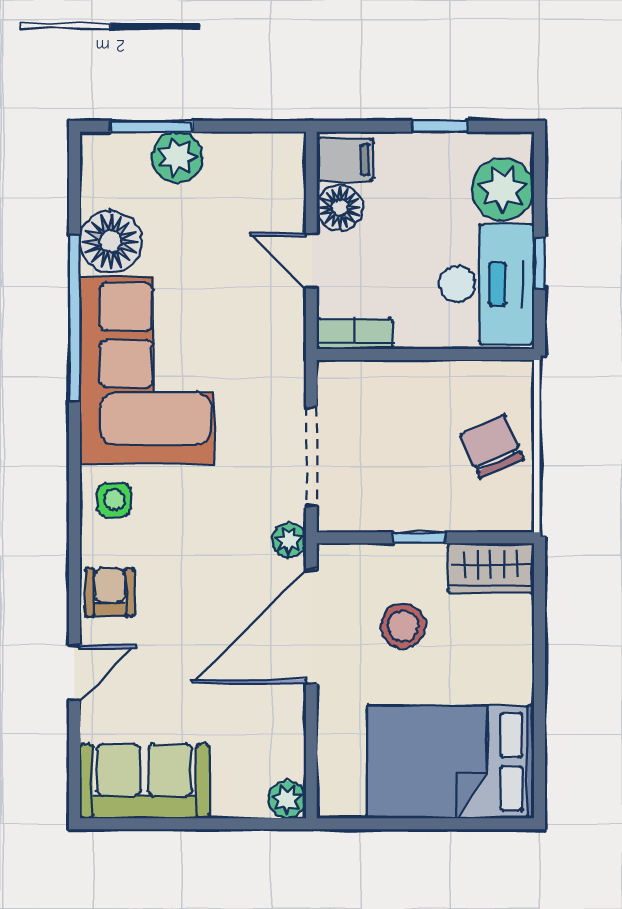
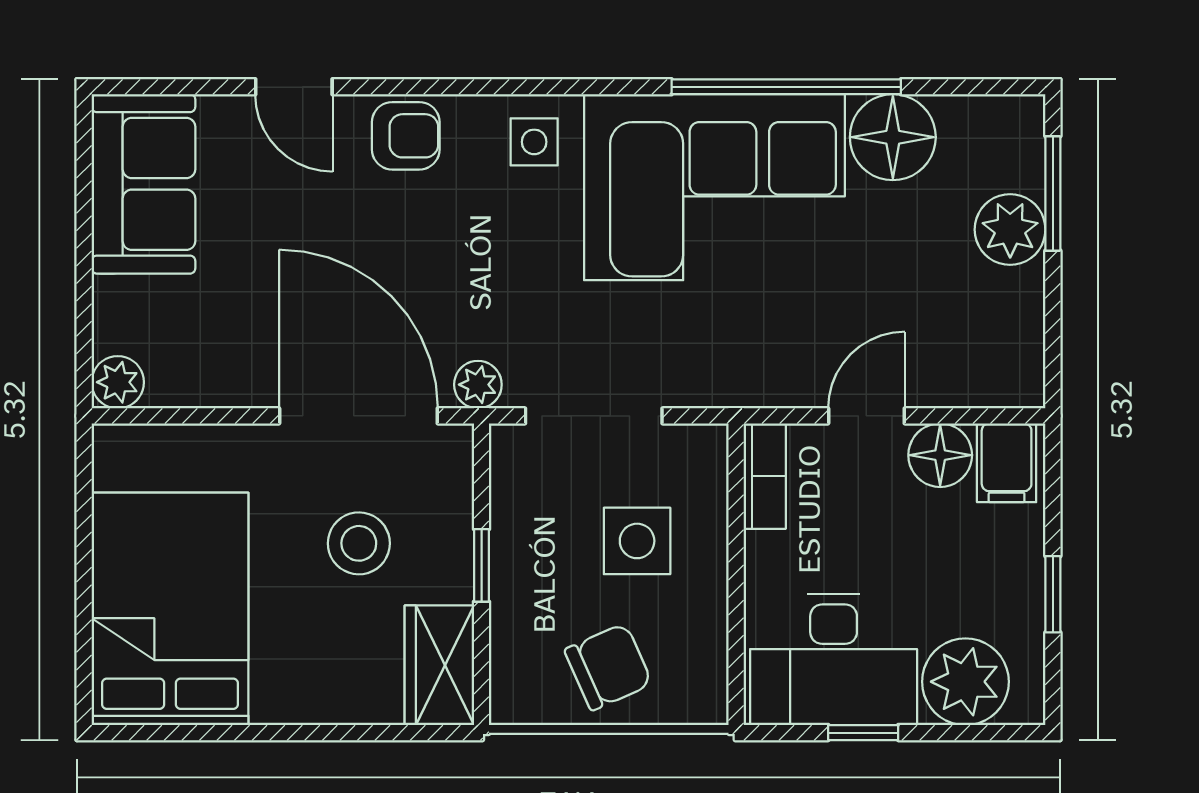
side table: (401, 426) -> (637, 541), added

